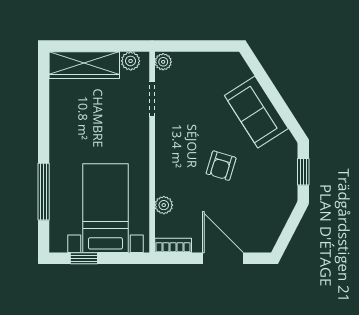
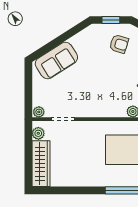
sofa: (256, 112) -> (56, 61), moved
armchair: (221, 166) -> (119, 44), moved

